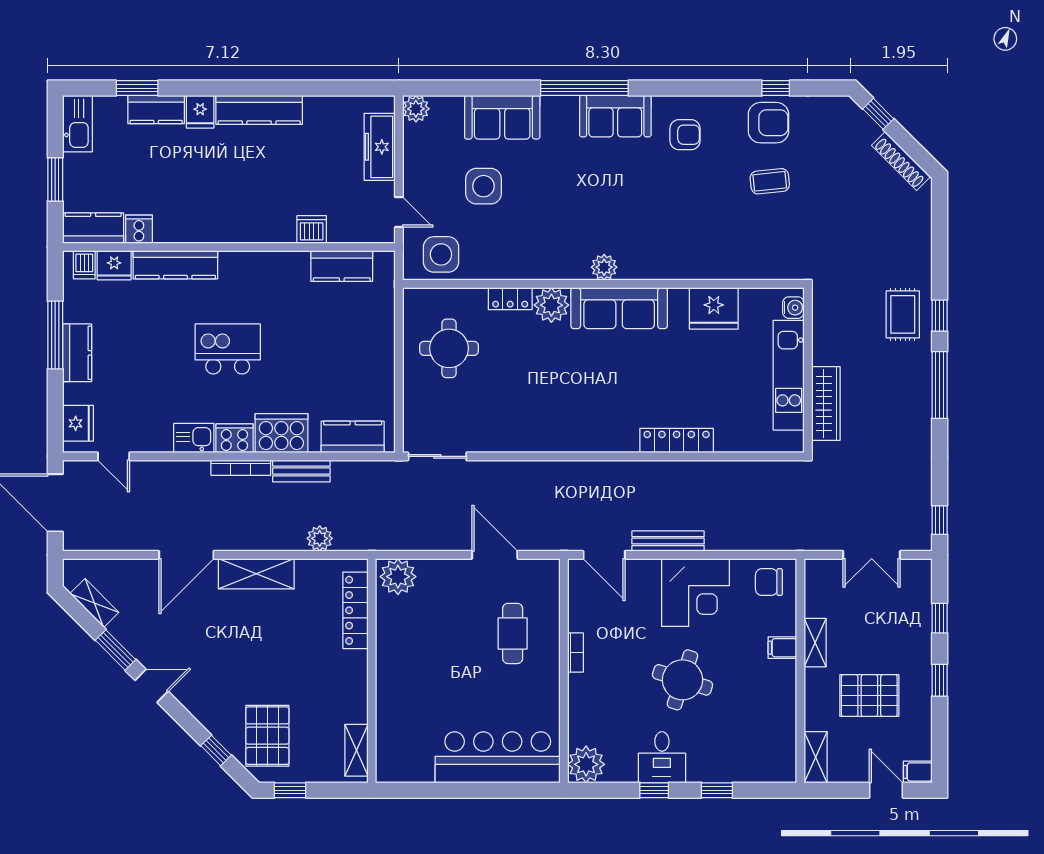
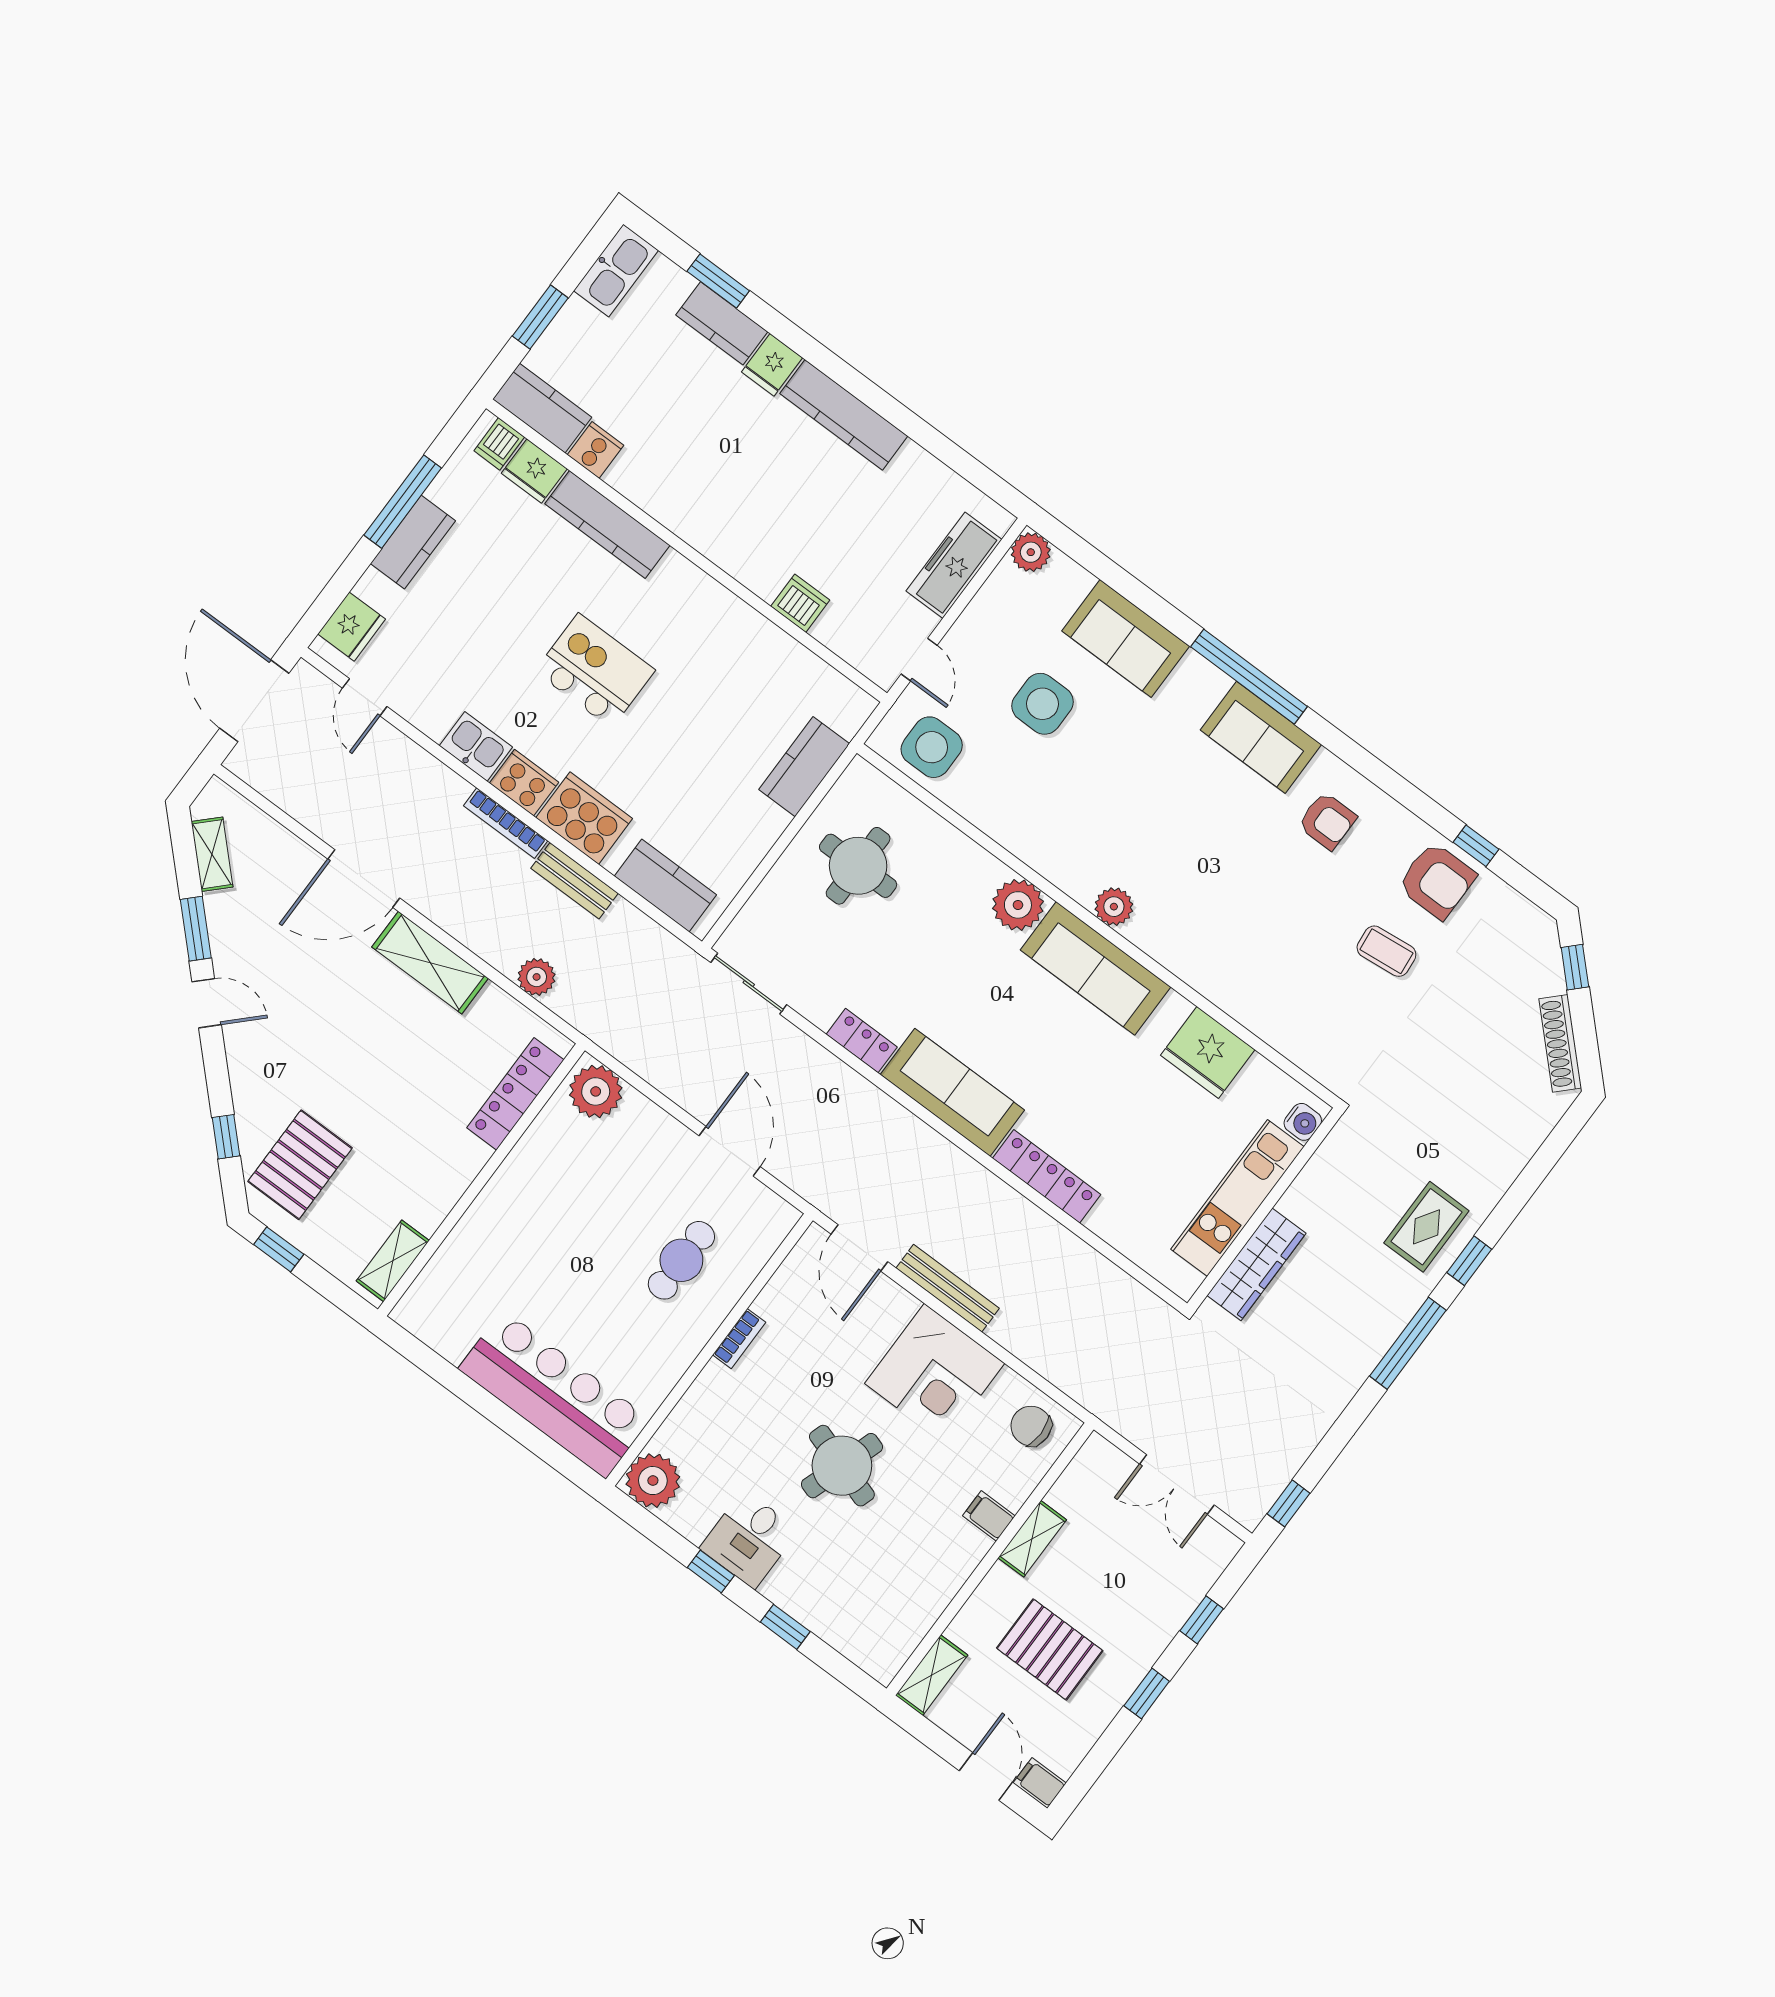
kitchen counter: (342, 266) -> (804, 767), moved, turned 90
locker: (510, 299) -> (862, 1041), moved, turned 180
sofa: (592, 433) -> (952, 1092), added

